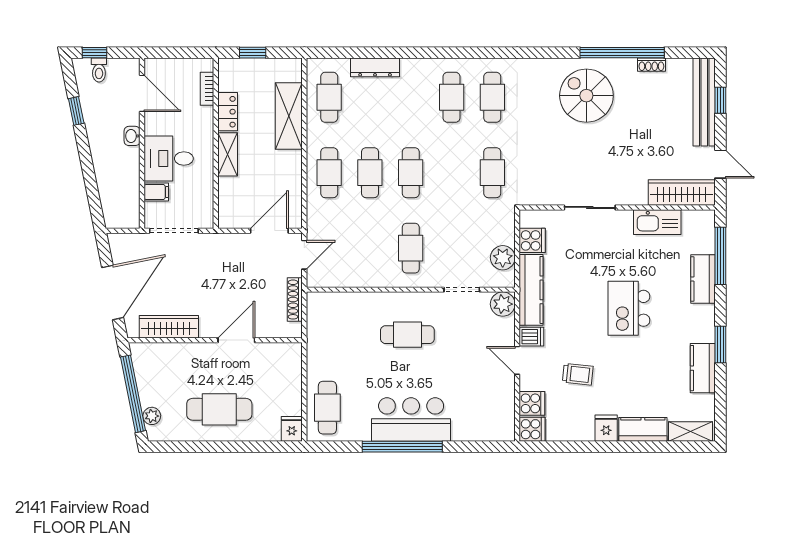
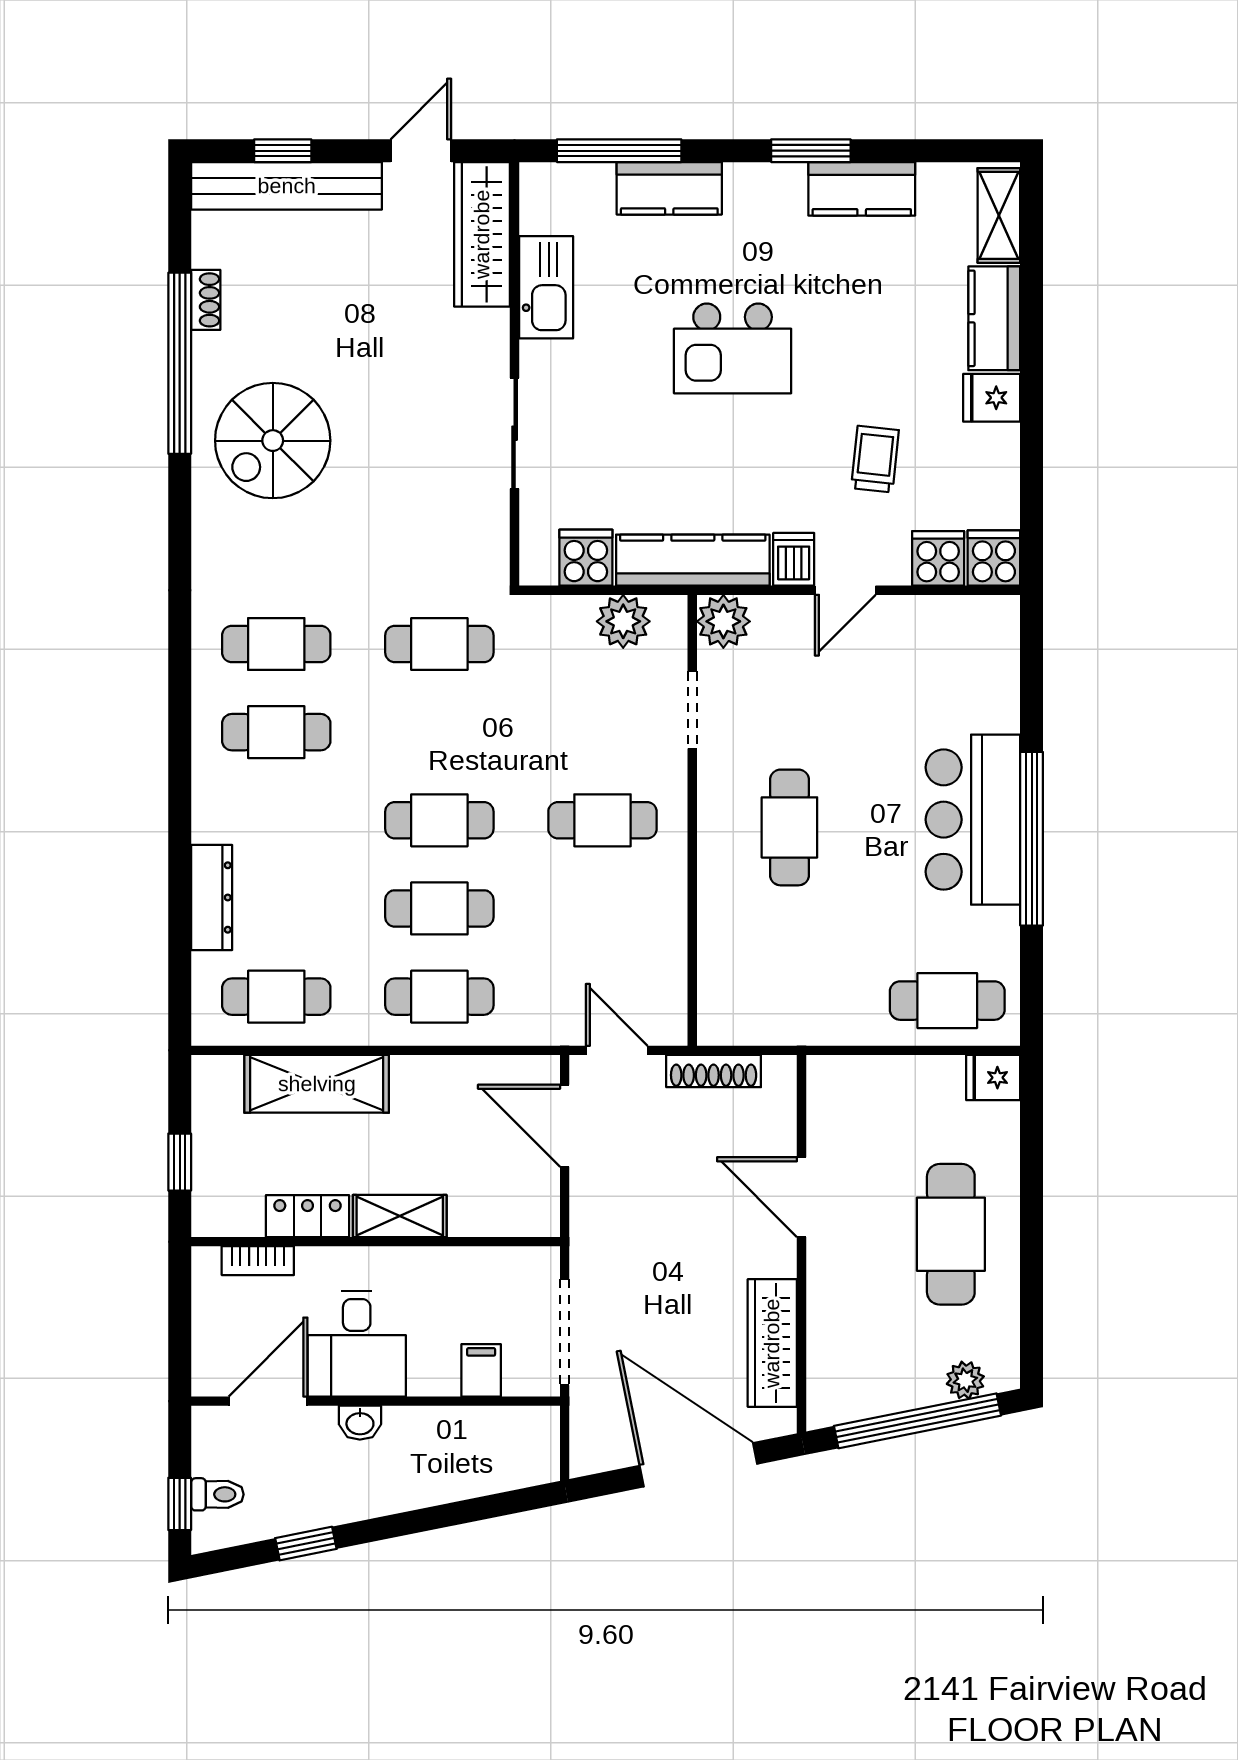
desk: (169, 158) -> (357, 1344), moved

